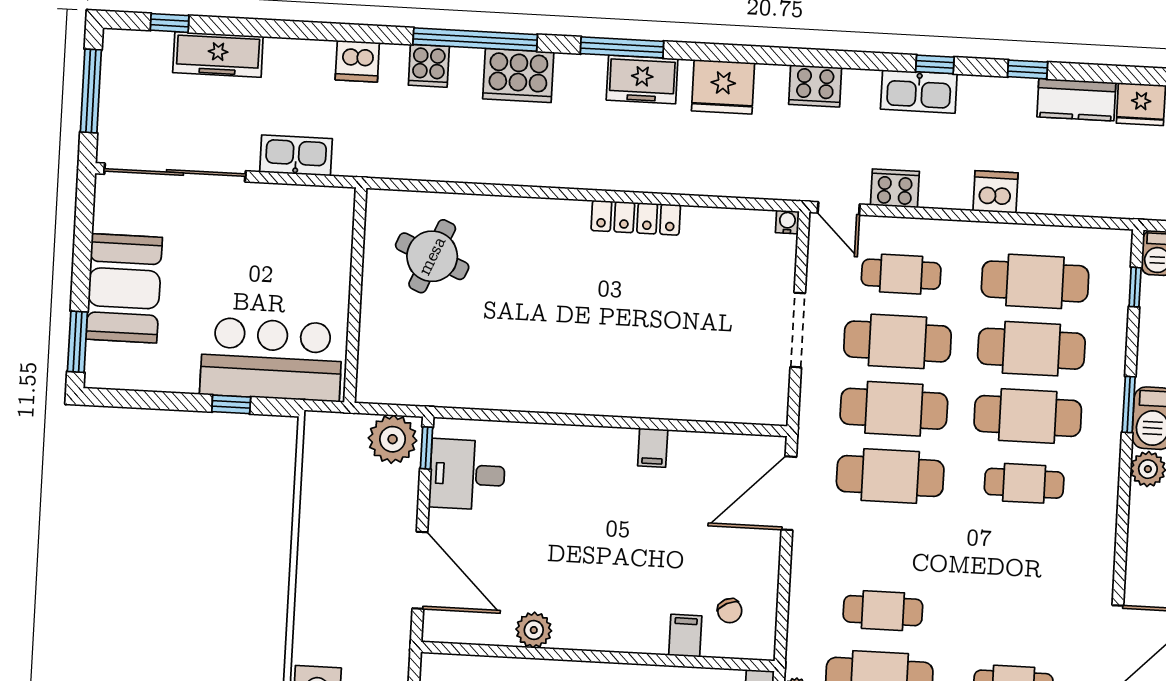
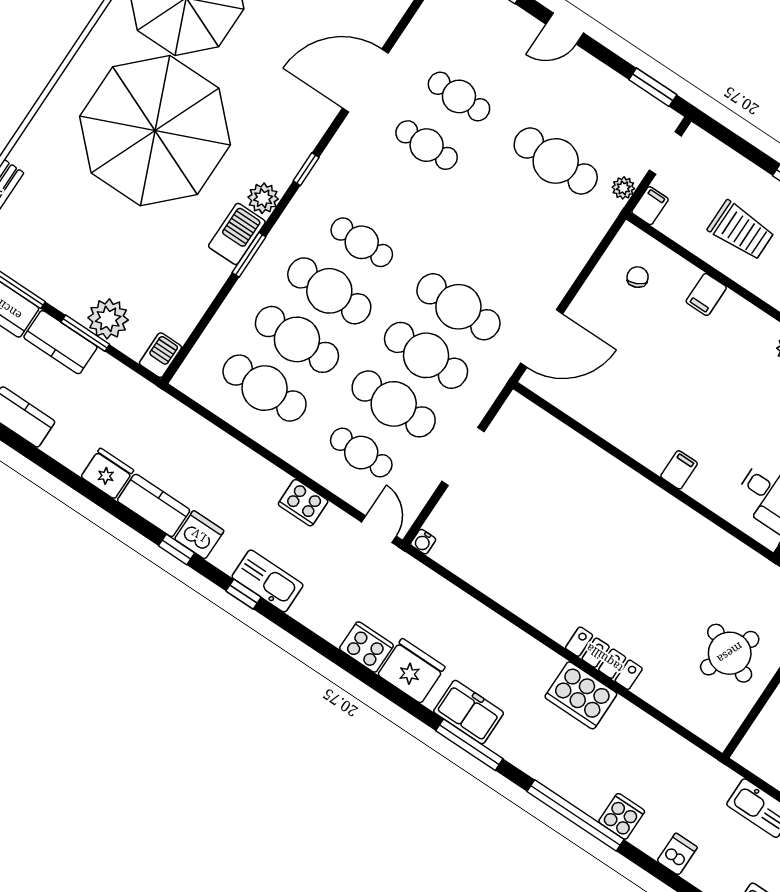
dishwasher: (357, 61) -> (677, 854), width x0.73
cooker: (518, 75) -> (581, 695), moved, turned 180
cooker: (815, 86) -> (367, 647), moved
cooker: (895, 188) -> (303, 503), moved
dishwasher: (995, 192) -> (199, 535), moved, turned 180
locker: (636, 218) -> (604, 658), moved
round table: (432, 256) -> (730, 653), moved
window: (1135, 287) -> (306, 169), moved
filing cabinet: (653, 448) -> (679, 470), moved
cafe table: (883, 611) -> (427, 145), moved
filing cabinet: (685, 636) -> (706, 294), moved

